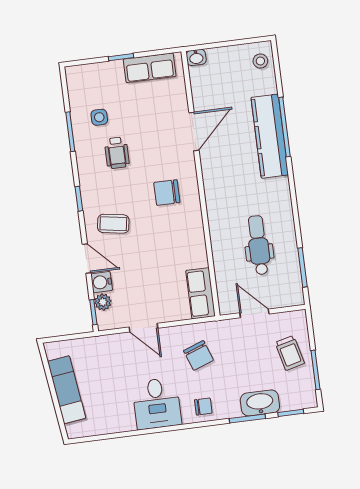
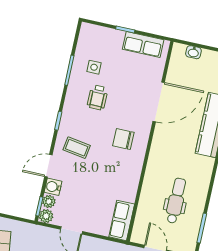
washbasin: (196, 57) -> (193, 52), moved
door: (194, 131) -> (159, 102), width x1.36
door: (87, 258) -> (48, 166), swing flipped
plant: (106, 321) -> (46, 216), added

